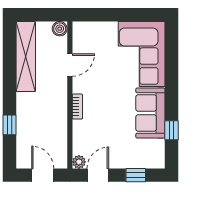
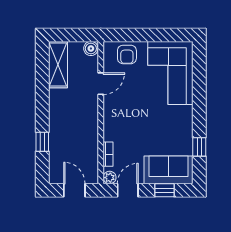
armchair: (97, 35) -> (127, 54), added
shelving: (26, 57) -> (58, 65), width x0.68
bookcase: (77, 107) -> (108, 154), moved
sofa: (150, 113) -> (169, 170), moved, turned 90

